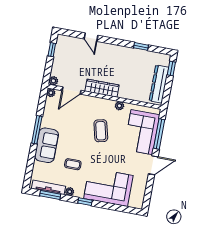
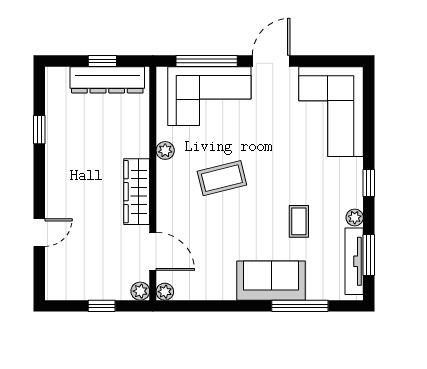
window: (52, 50) -> (102, 306), moved
window: (171, 68) -> (102, 61), moved
window: (37, 130) -> (300, 306), moved
door: (153, 165) -> (271, 61), hinge flipped
corner sofa: (108, 187) -> (331, 112), moved

